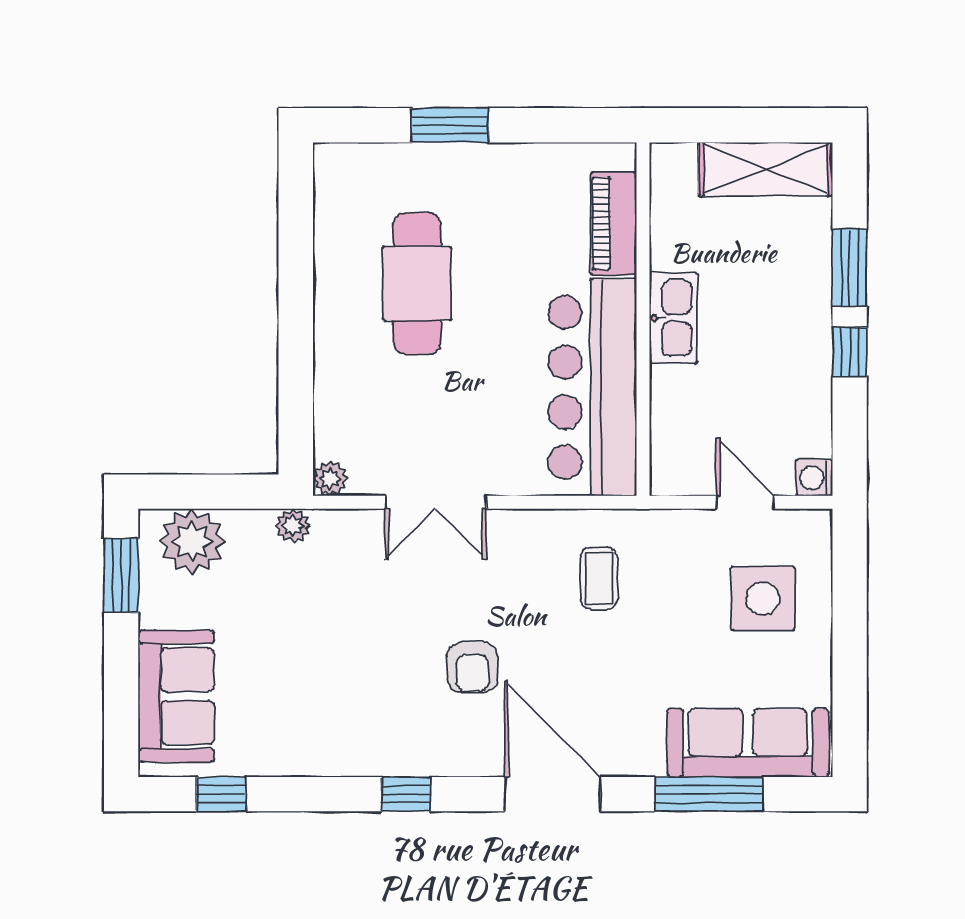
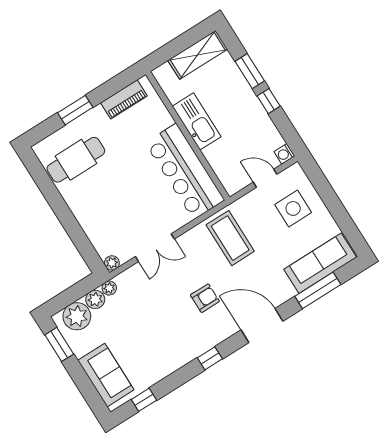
piano: (614, 224) -> (124, 99), moved, turned -90
cafe table: (417, 283) -> (76, 160), moved, turned 90
kitchen sink: (673, 318) -> (197, 121), width x1.36, depth x1.24
plant: (250, 531) -> (95, 299), added
coffee table: (599, 578) -> (230, 238), width x1.86, depth x1.72
armchair: (472, 667) -> (205, 298), turned -90

